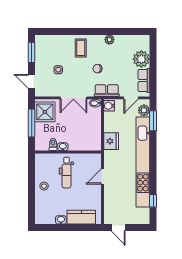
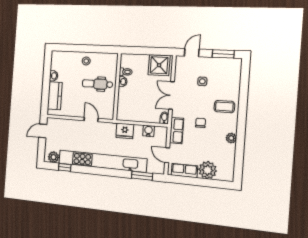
water cooler: (109, 106) -> (149, 131), moved
plant: (144, 110) -> (53, 157), moved
window: (32, 123) -> (149, 51), removed

